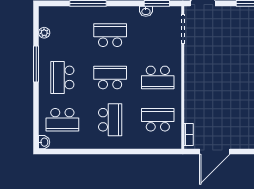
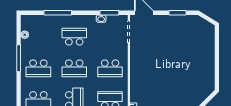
school desk: (62, 77) -> (38, 68), turned -90
school desk: (110, 77) -> (74, 68), turned 180

